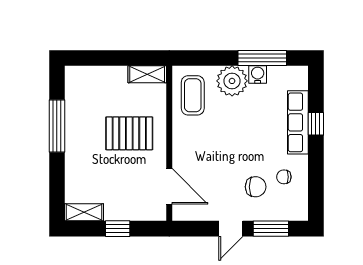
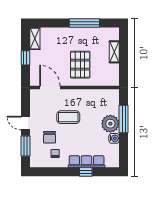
window: (262, 58) -> (124, 119), moved
shelving: (147, 74) -> (114, 52), moved
coffee table: (193, 95) -> (68, 117), moved
door: (169, 186) -> (50, 88), swing flipped

